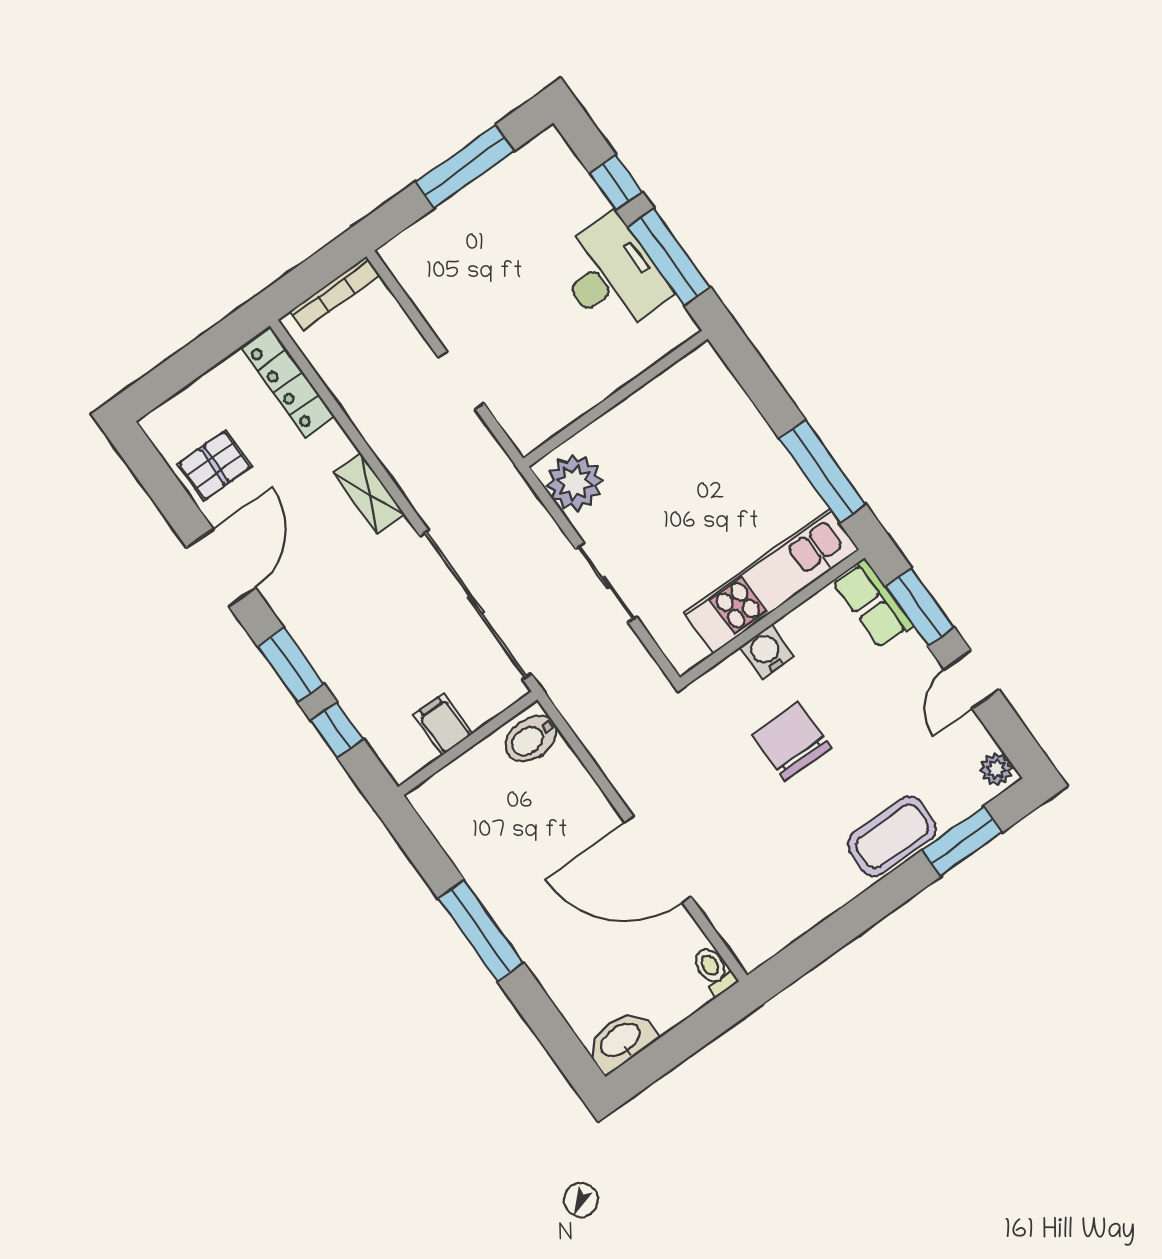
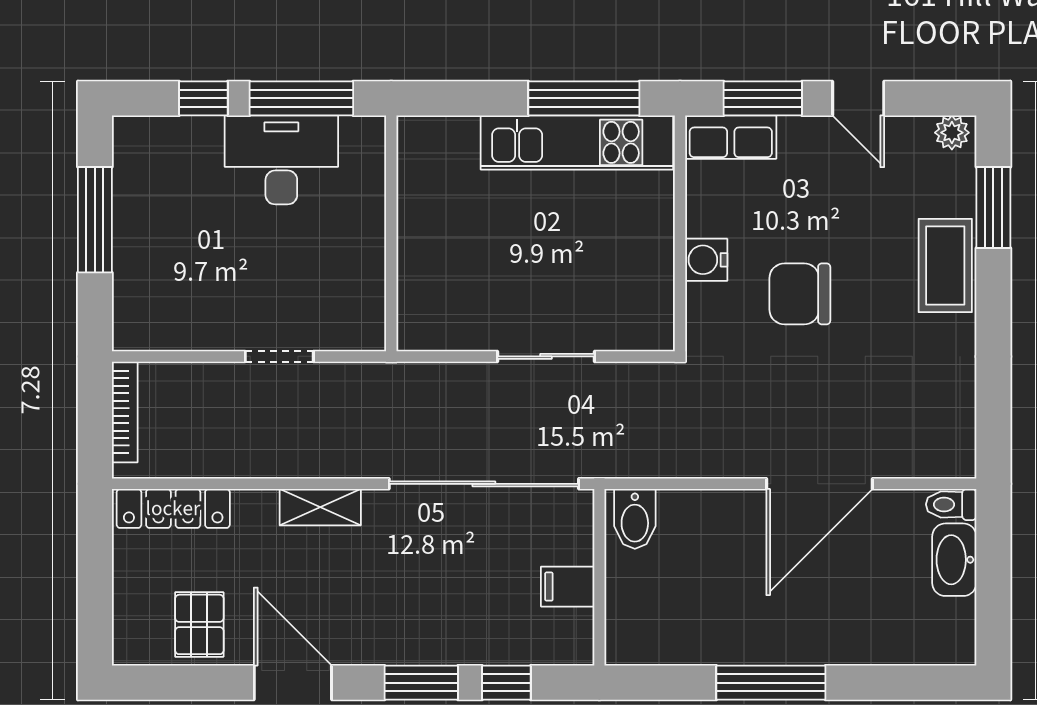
plant: (575, 483) -> (439, 321), removed
kitchen unit: (771, 581) -> (577, 142), moved, turned -90
washbasin: (621, 1041) -> (954, 560), moved

